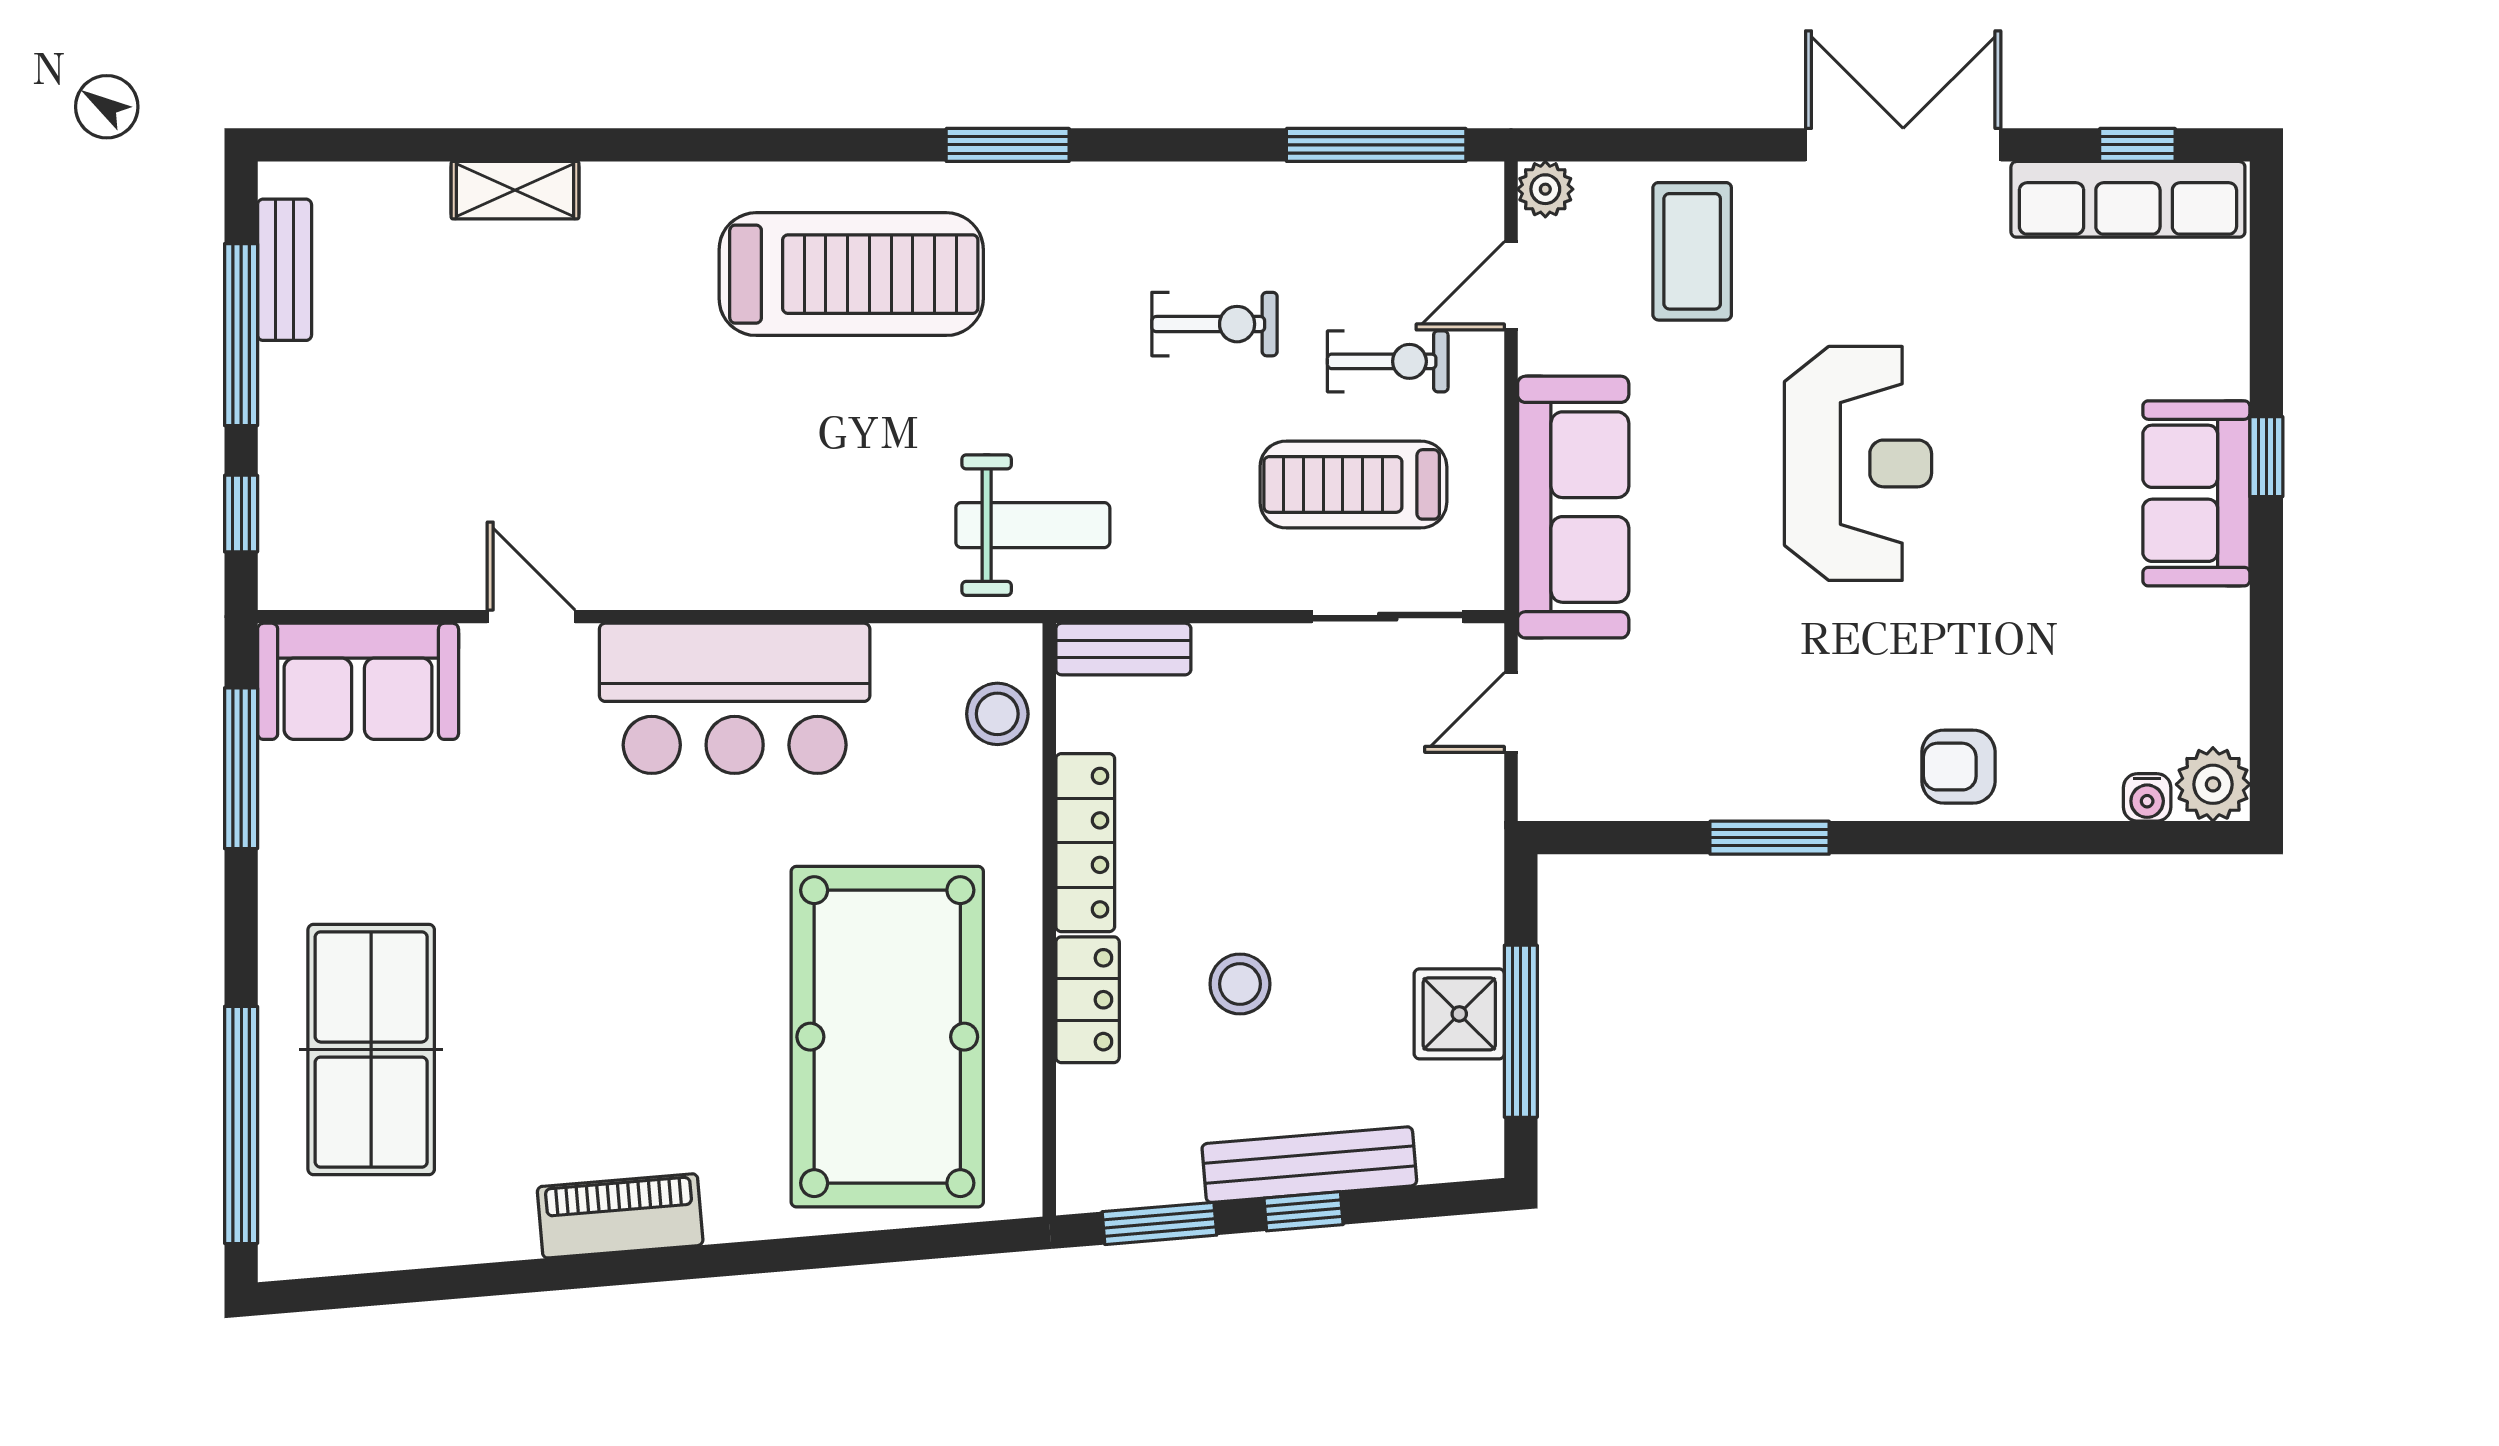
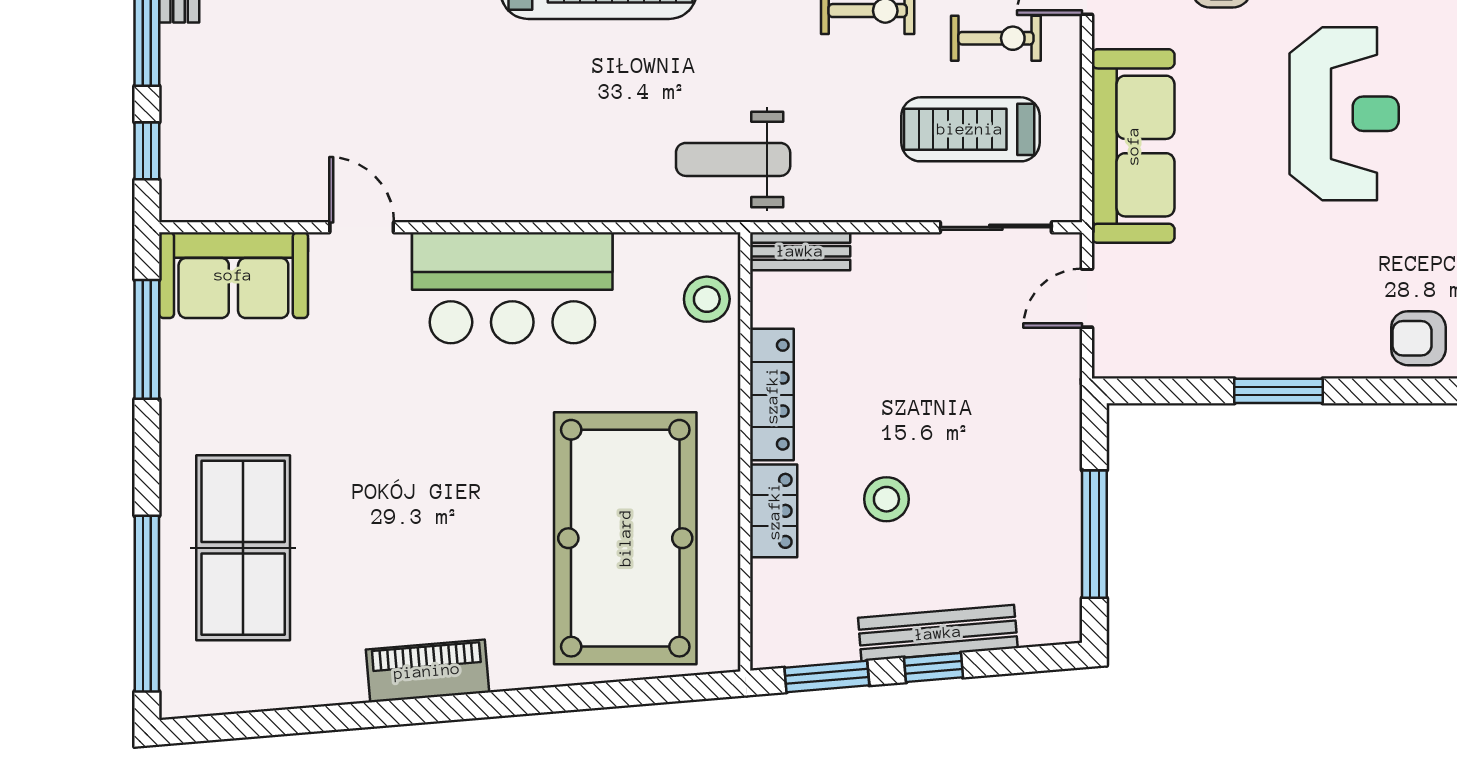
weight bench: (1033, 525) -> (733, 159), turned 180
shower: (1459, 1014) -> (1049, 521), removed

